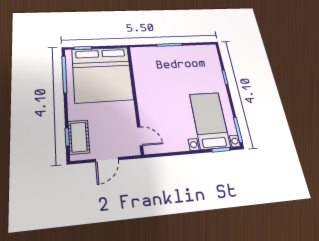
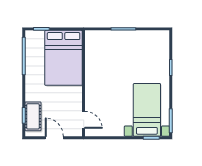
bed: (102, 74) -> (64, 58), width x0.73
door: (107, 160) -> (54, 138), swing flipped

